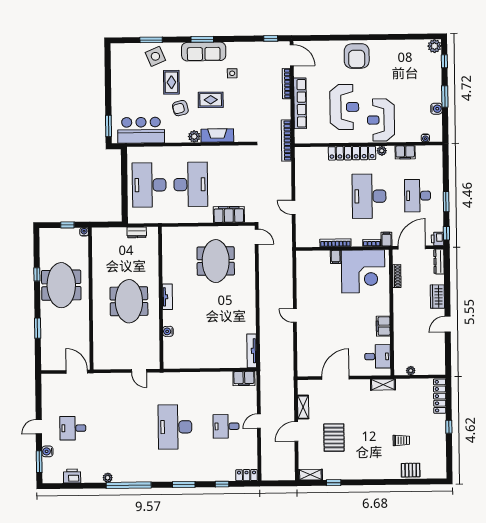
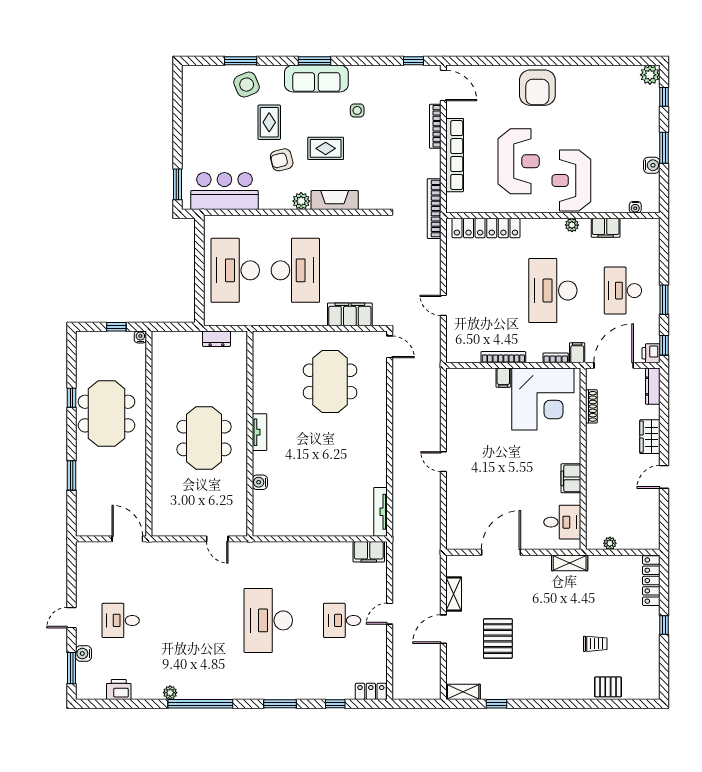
locker: (352, 153) -> (486, 228), moved

